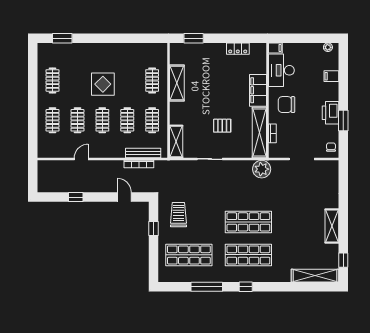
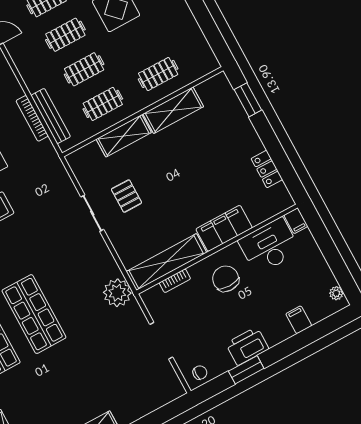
pallet: (222, 126) -> (126, 196), moved
shelving: (176, 142) -> (124, 136), moved

